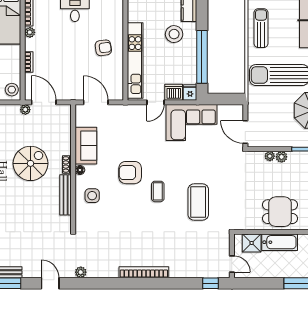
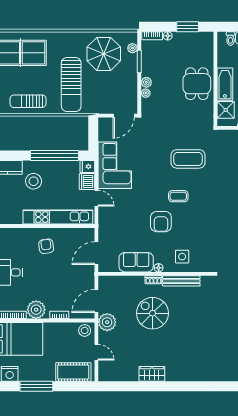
plant: (30, 32) -> (36, 310), width x1.87, depth x1.87
plant: (25, 110) -> (107, 322), width x1.87, depth x1.87

